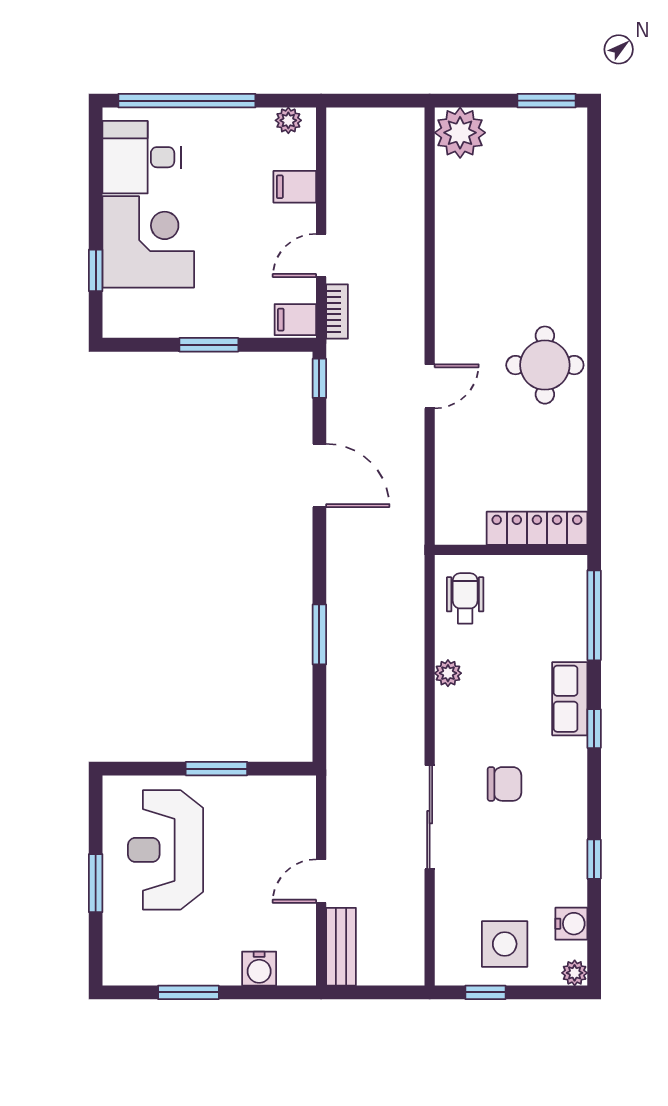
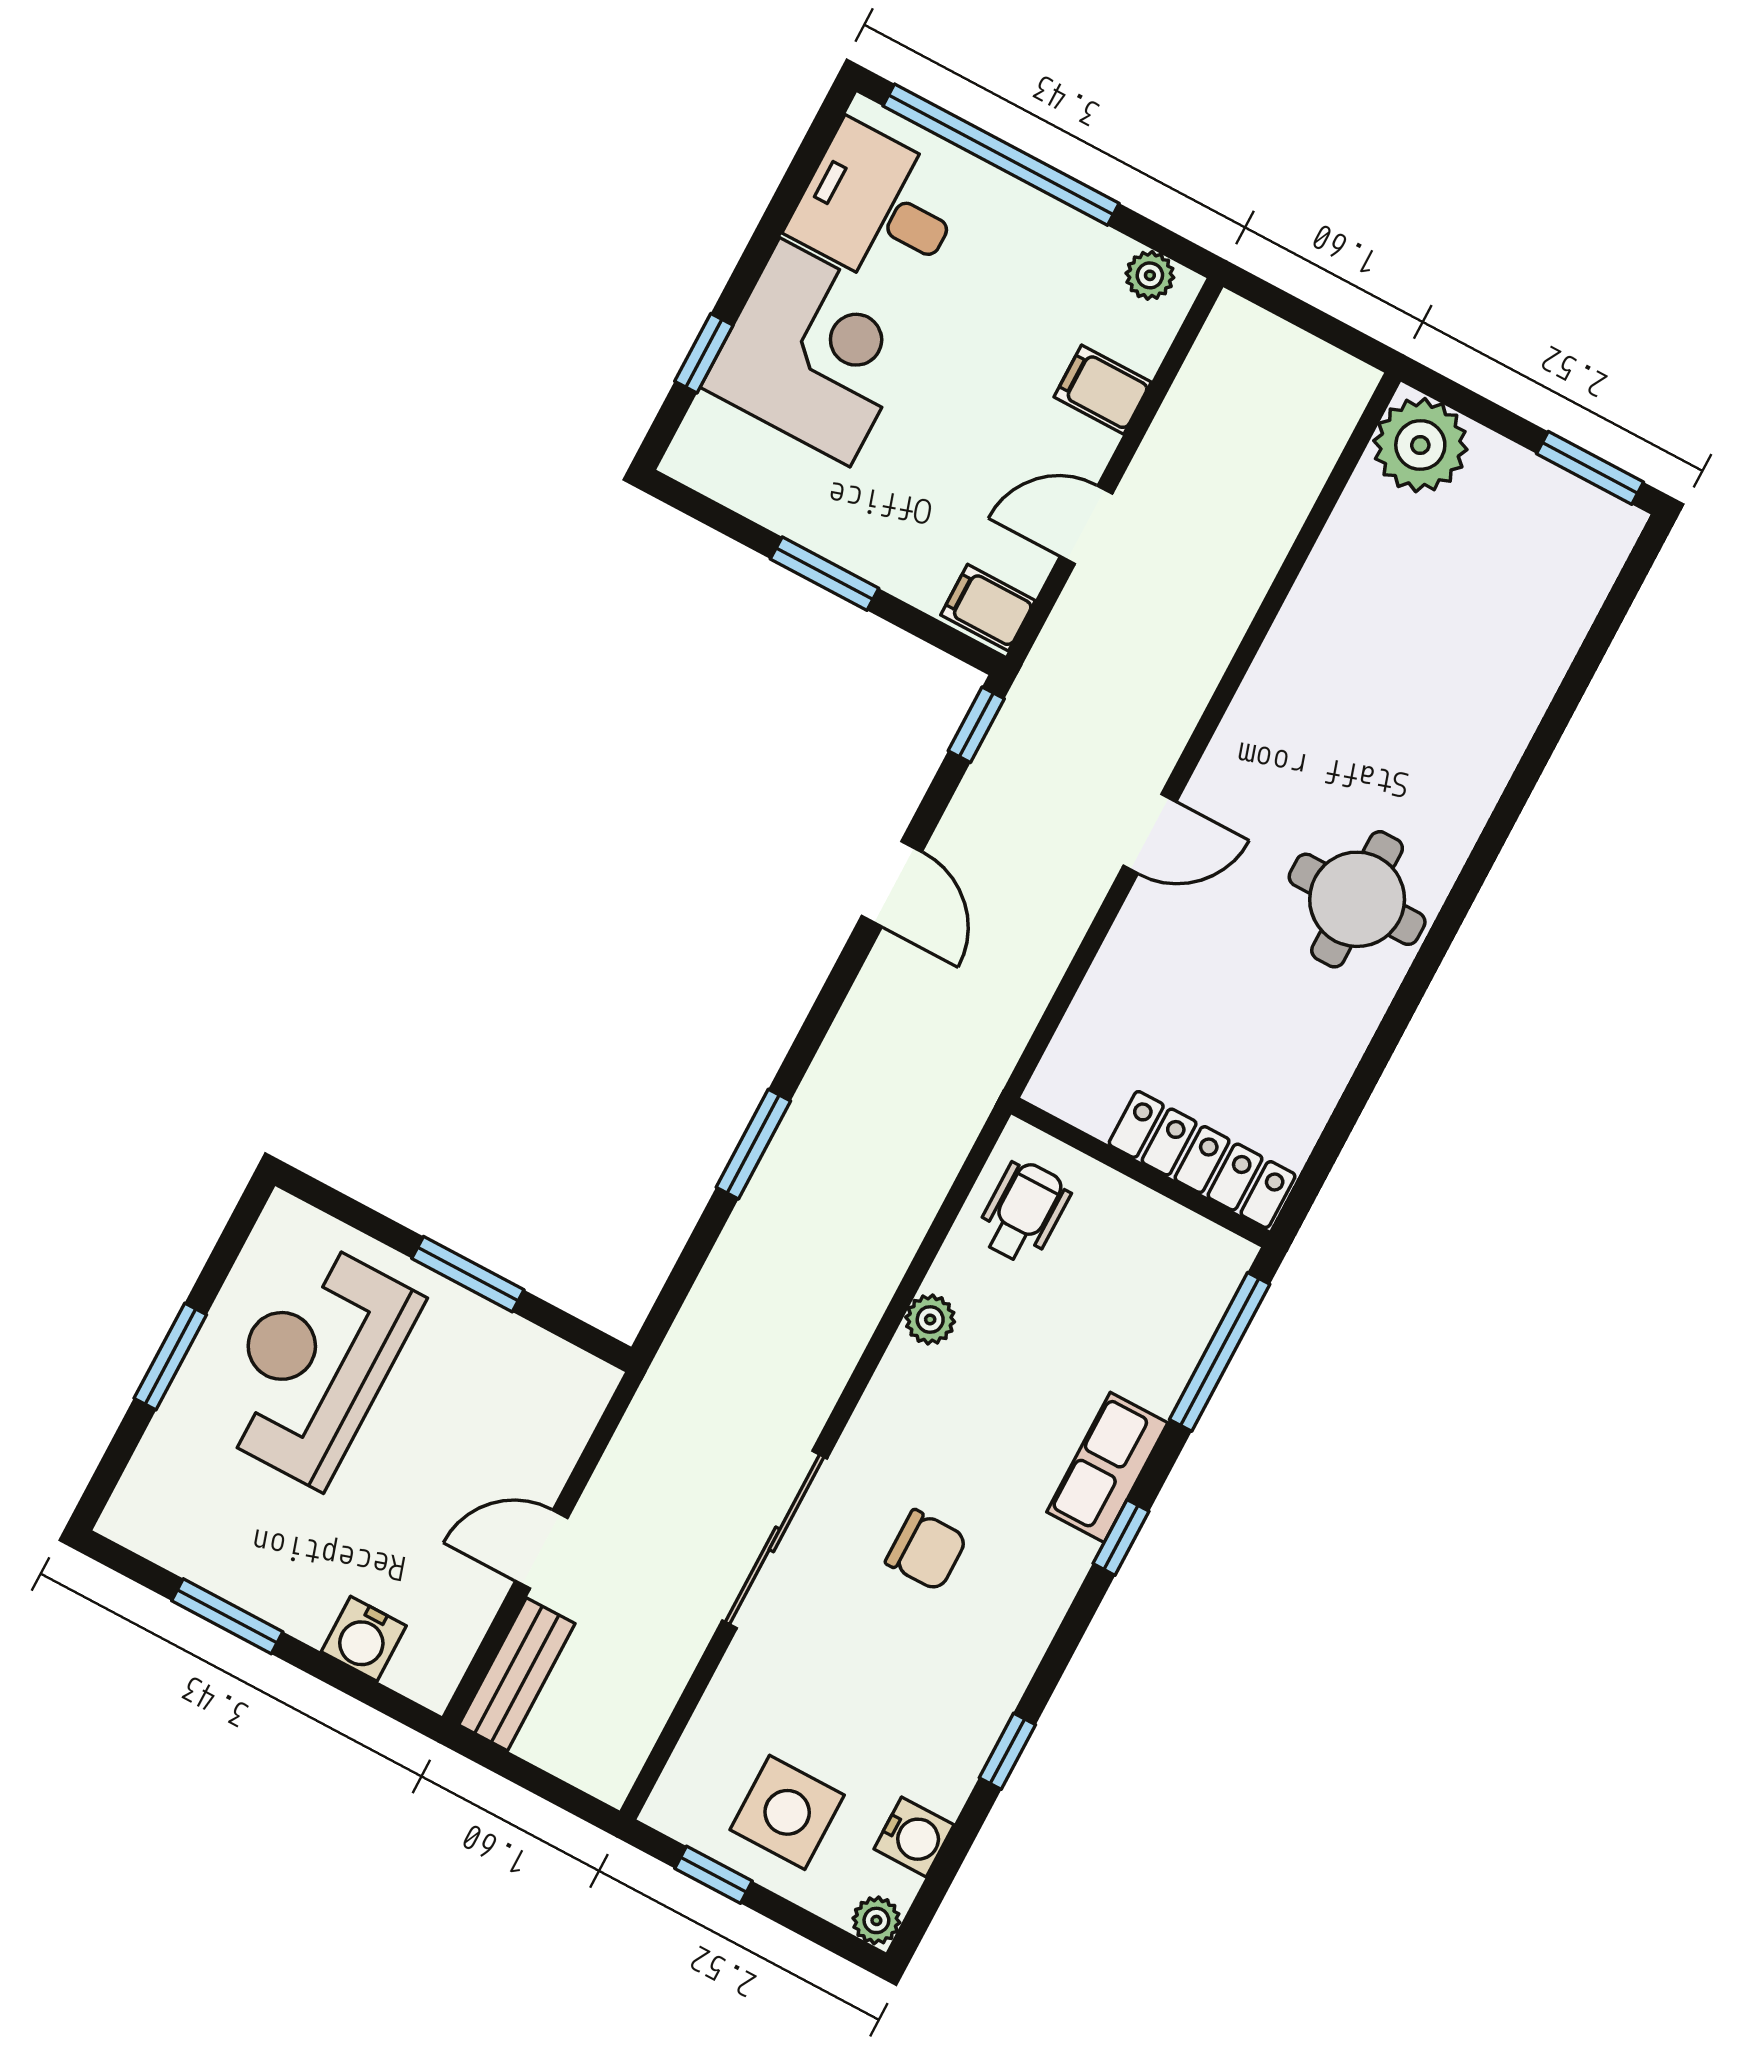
bookcase: (337, 311) -> (1063, 631), removed
door: (319, 475) -> (892, 884), width x0.73

